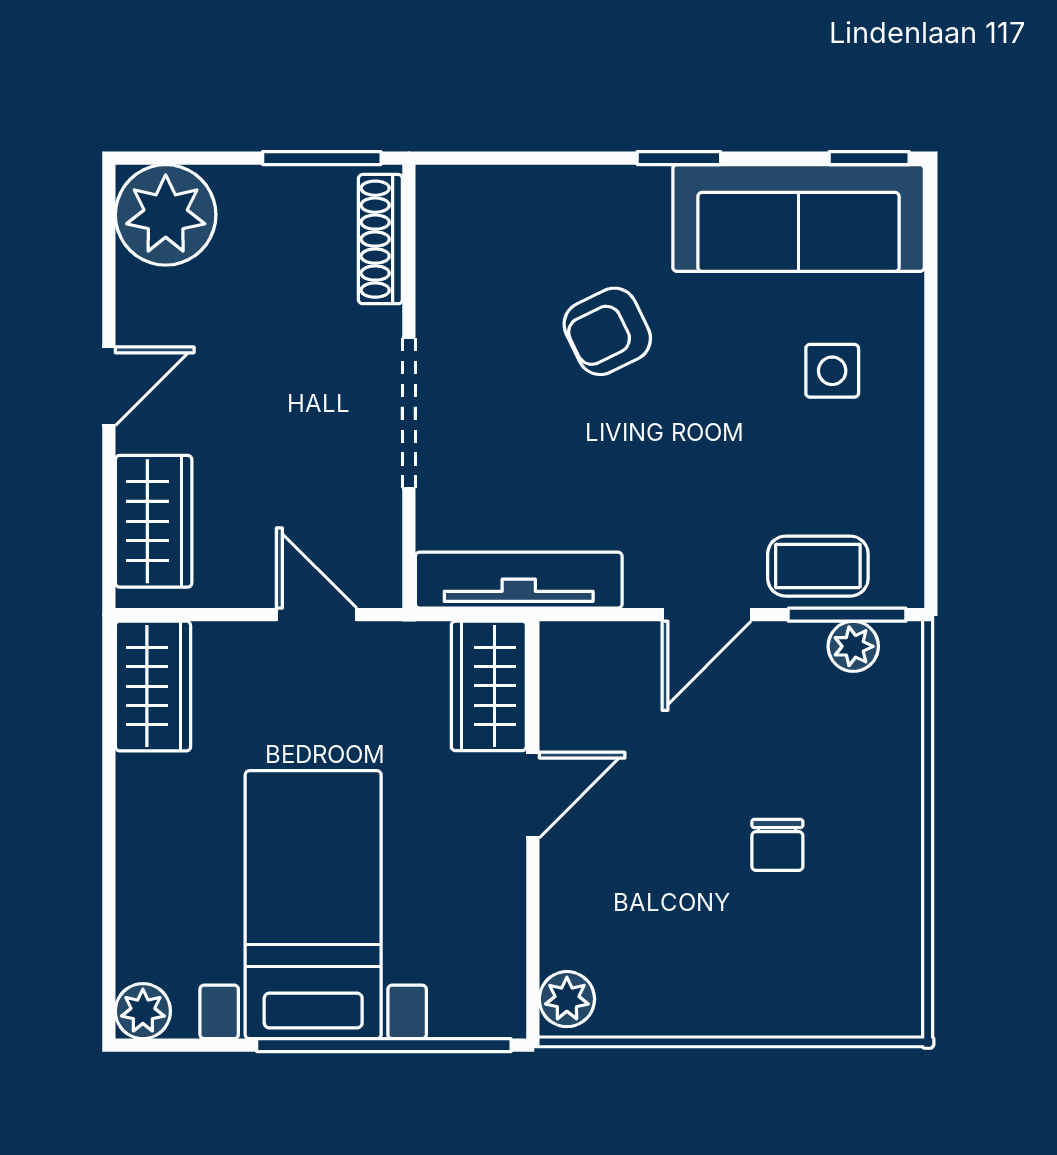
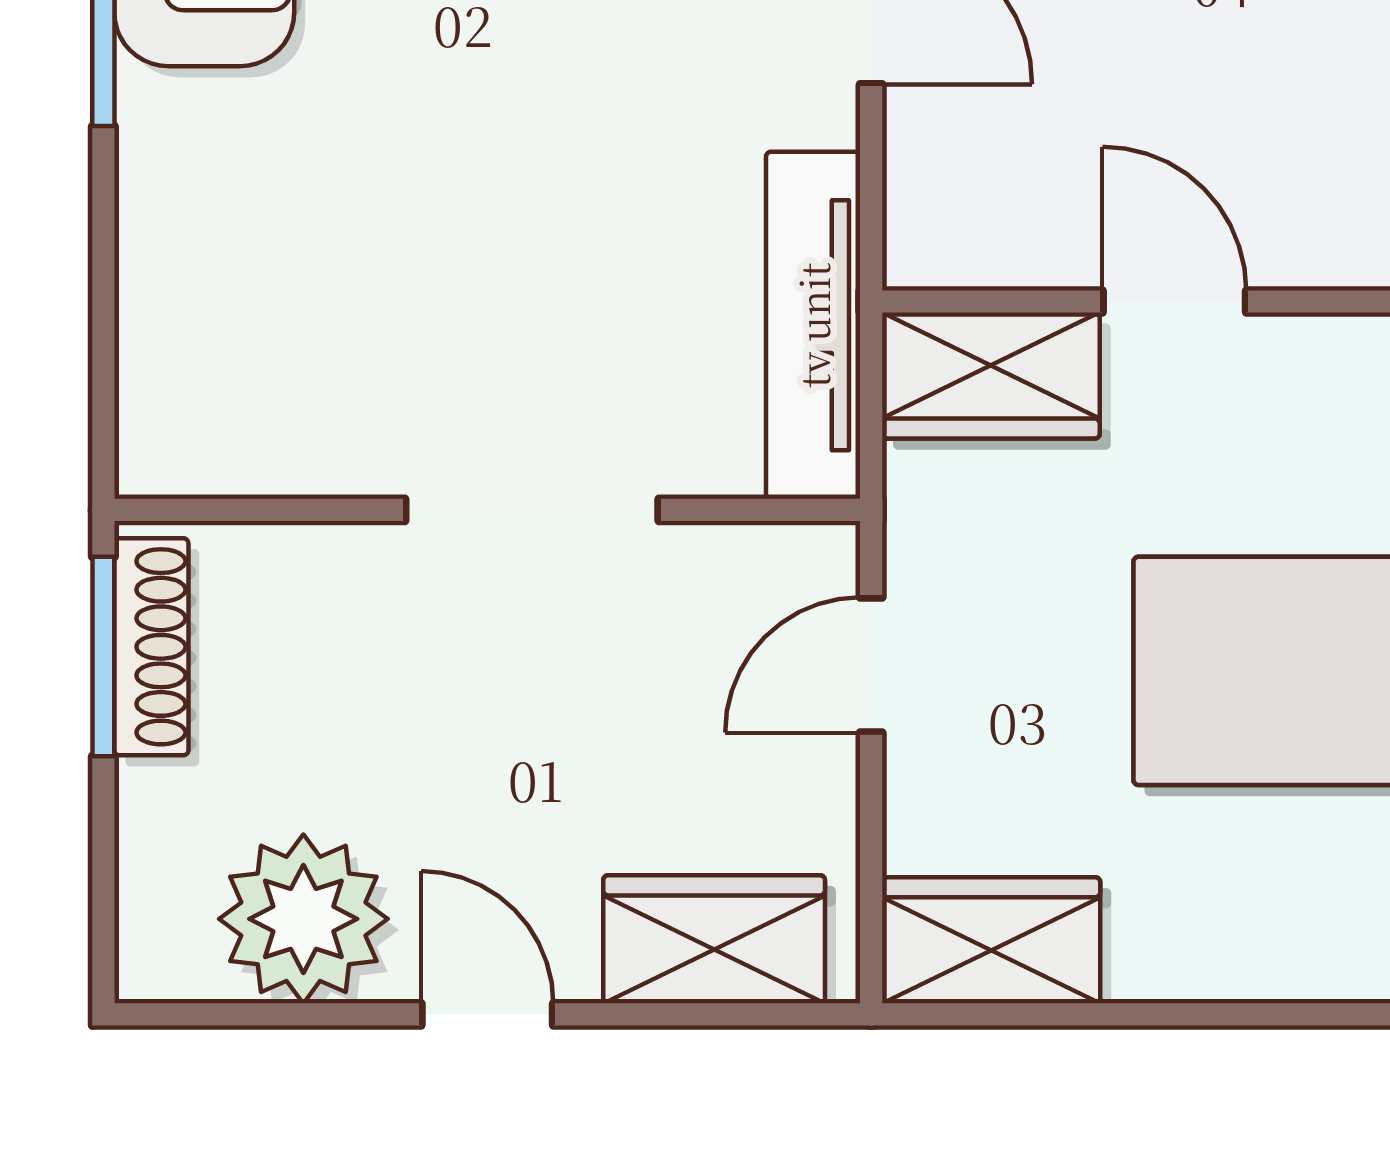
plant: (166, 215) -> (303, 919), moved
shoe rack: (380, 239) -> (151, 647), moved, turned -90
armchair: (607, 331) -> (395, 176), removed

